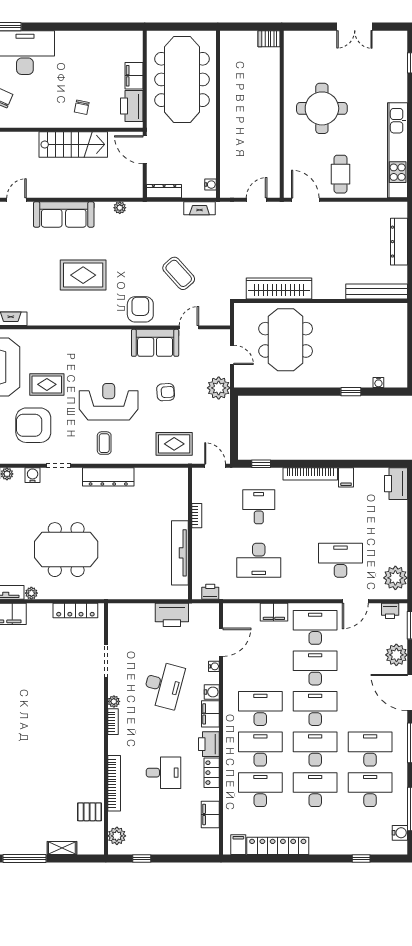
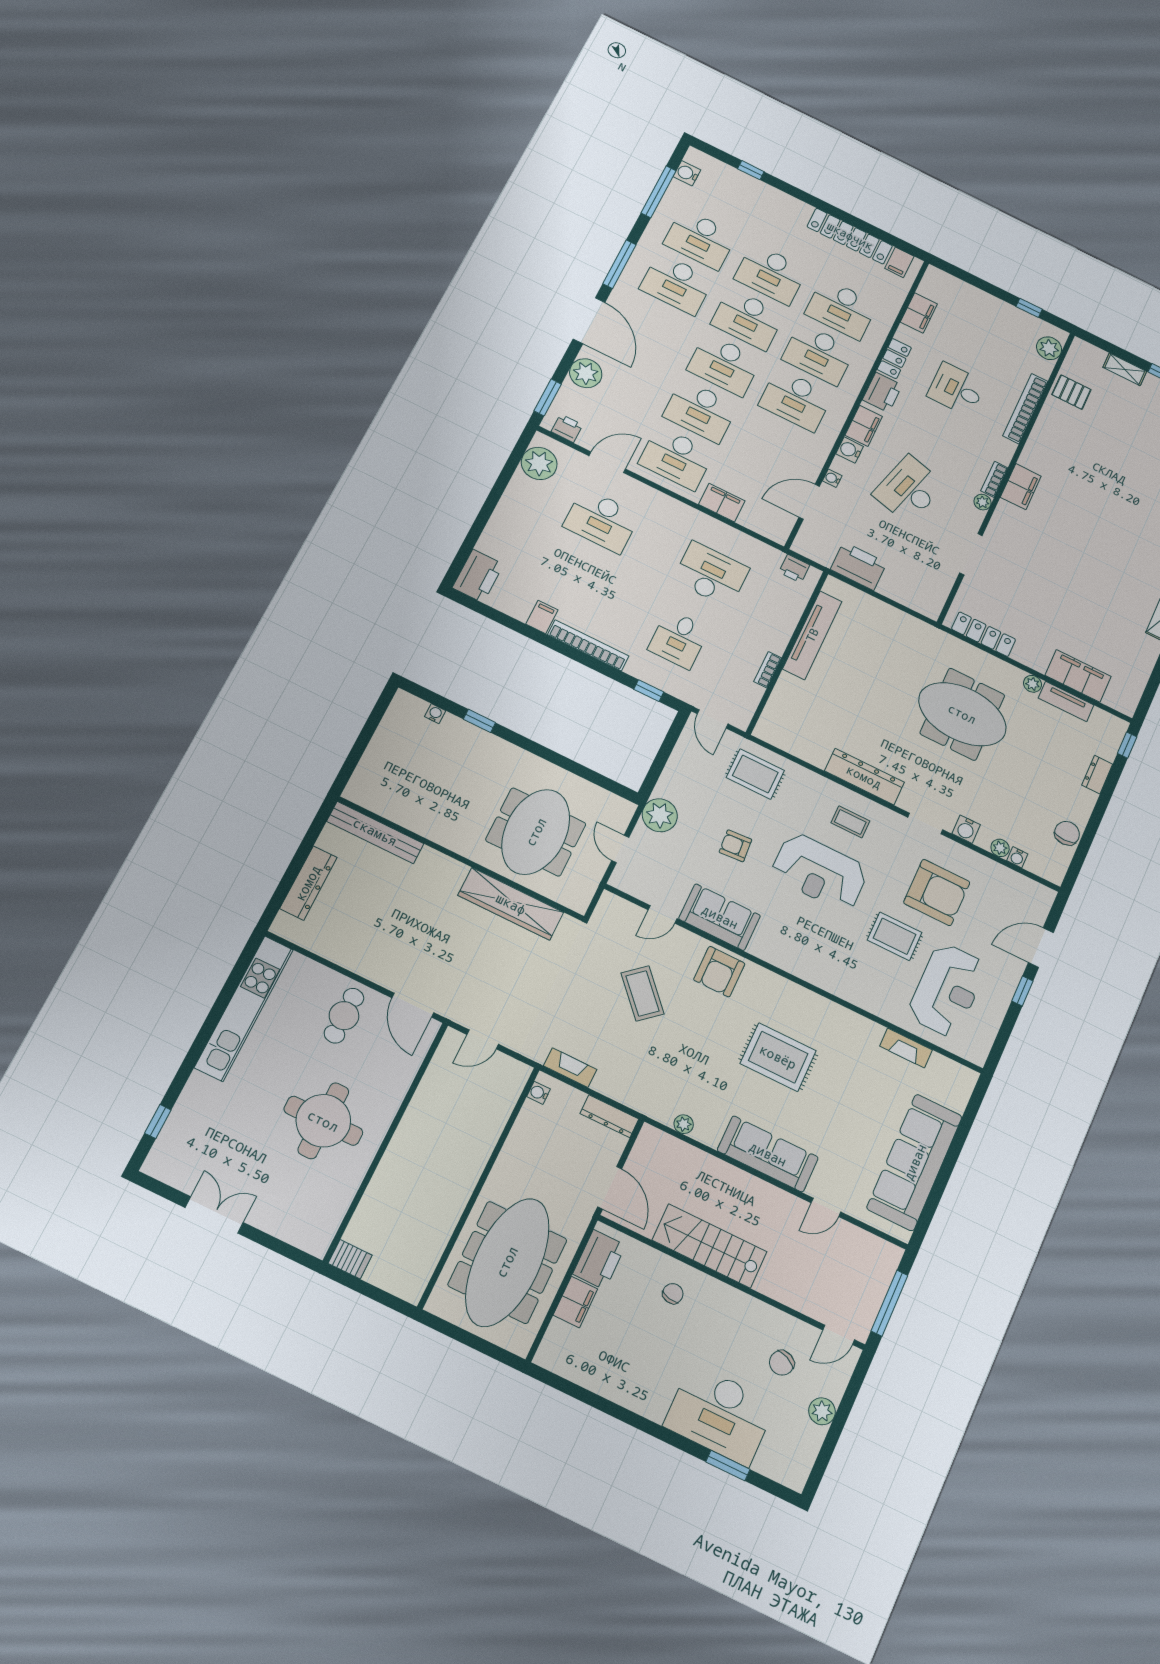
coffee table: (104, 443) -> (850, 822), turned 90
filing cabinet: (94, 726) -> (1021, 487), added

